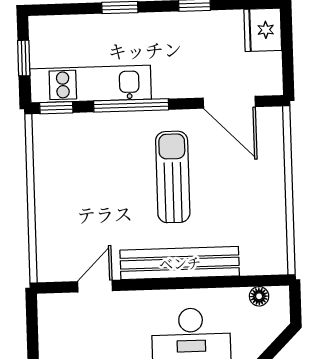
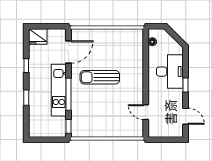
window: (24, 58) -> (47, 140), removed
kitchen unit: (91, 84) -> (59, 90), moved
bench: (180, 263) -> (137, 75), removed

